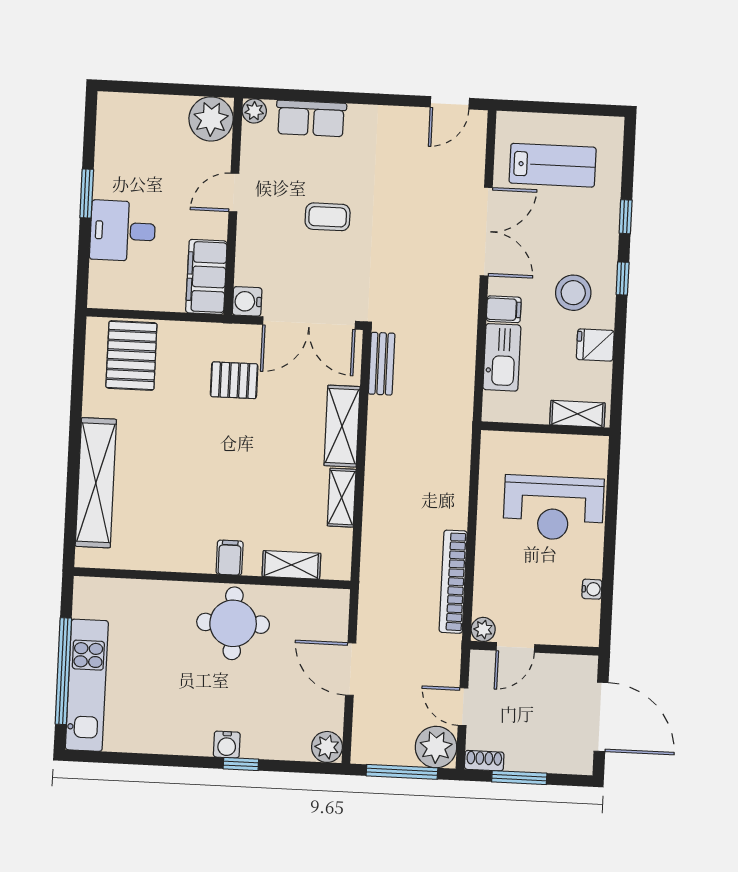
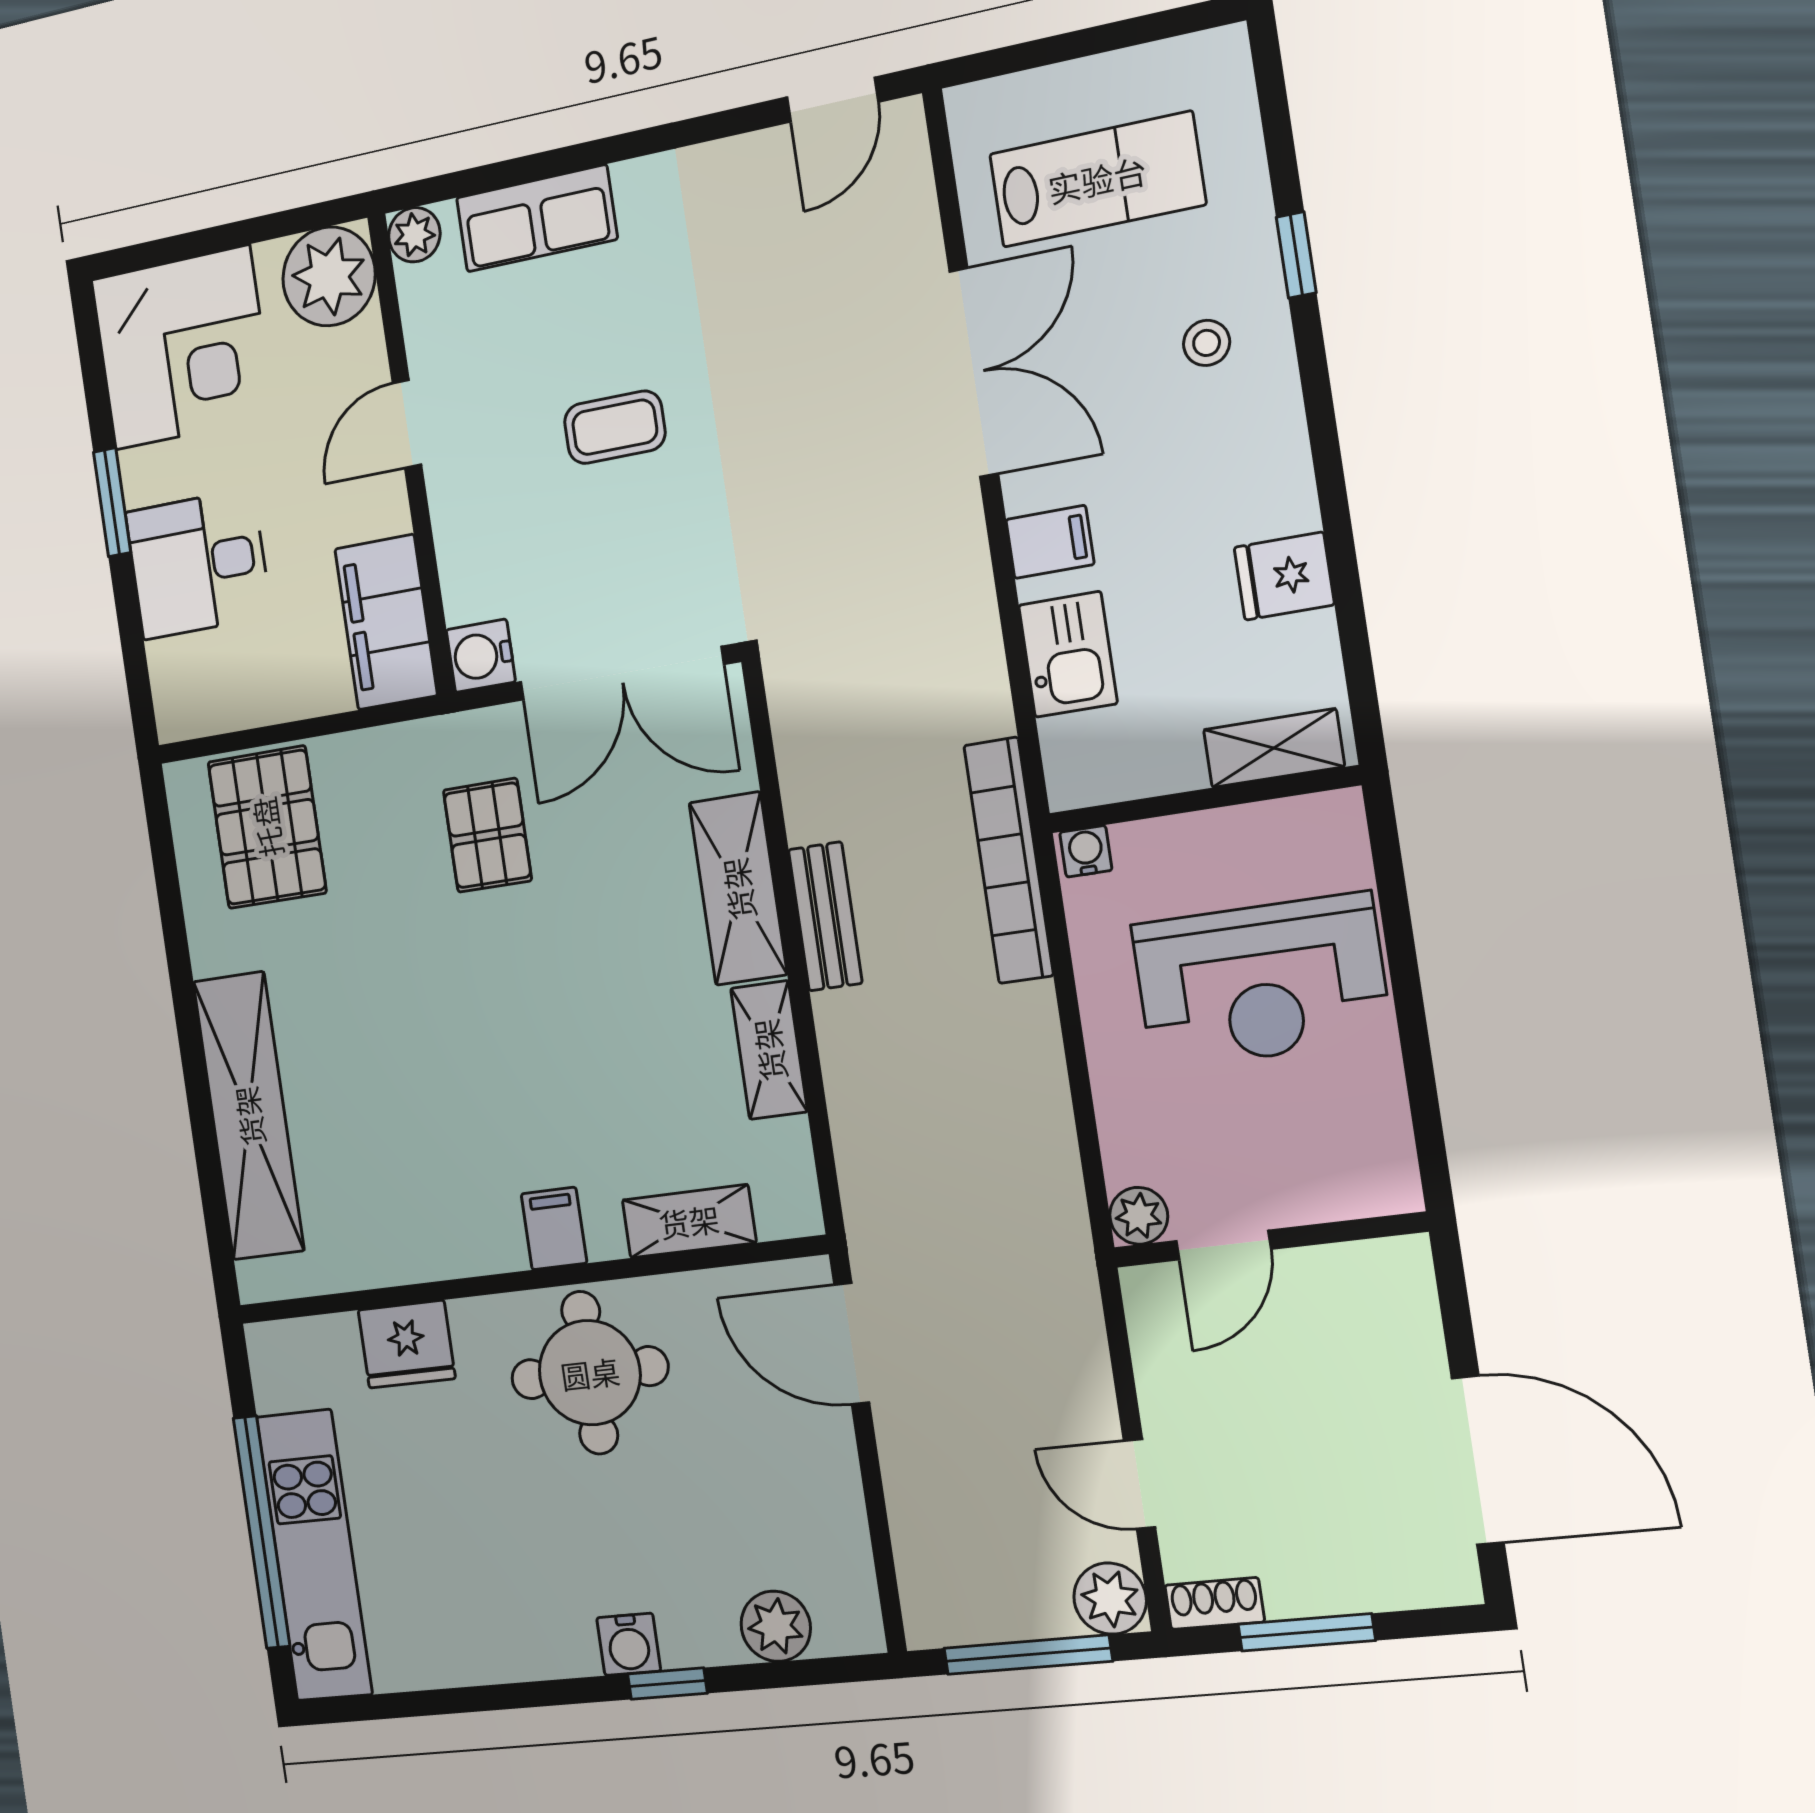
corner desk: (135, 133) -> (182, 348), added
window: (623, 278) -> (1319, 403), removed
stool: (573, 293) -> (1207, 343), moved, width x0.53, depth x0.53
kitchen sink: (502, 357) -> (1068, 654), width x0.73
bench: (382, 364) -> (825, 916), moved
pallet: (234, 380) -> (487, 835), turned 90
bookcase: (453, 582) -> (1009, 860), moved
water cooler: (592, 589) -> (1086, 851), moved, turned -90
fridge: (150, 597) -> (407, 1344), added
plant: (483, 629) -> (1139, 1216), moved
door: (515, 647) -> (1223, 1245), moved
wall: (534, 648) -> (1269, 1240), moved
door: (351, 669) -> (852, 1344), moved
plant: (327, 747) -> (776, 1626), moved
plant: (436, 747) -> (1110, 1599), width x0.73, depth x0.73

